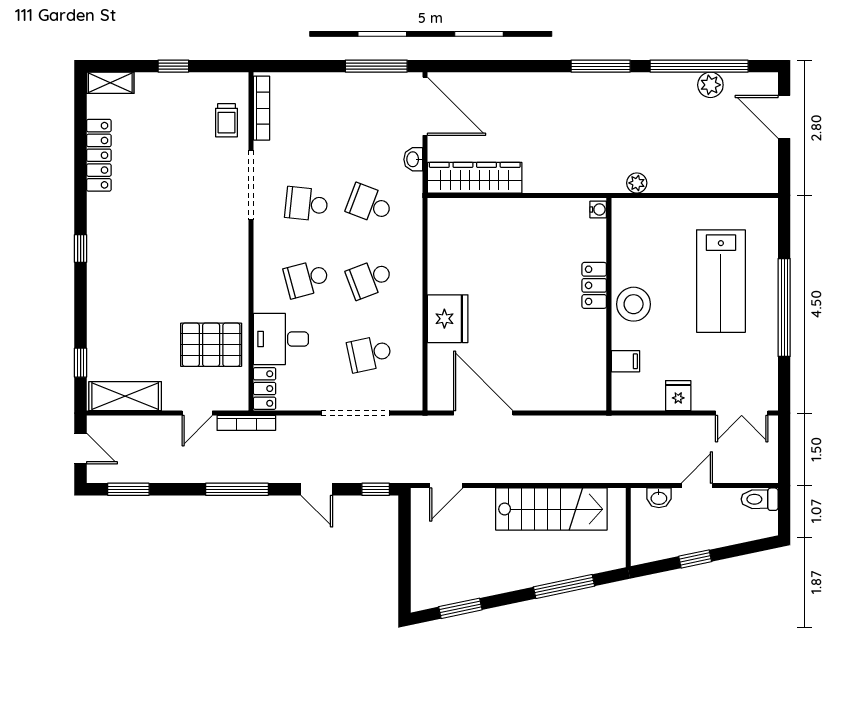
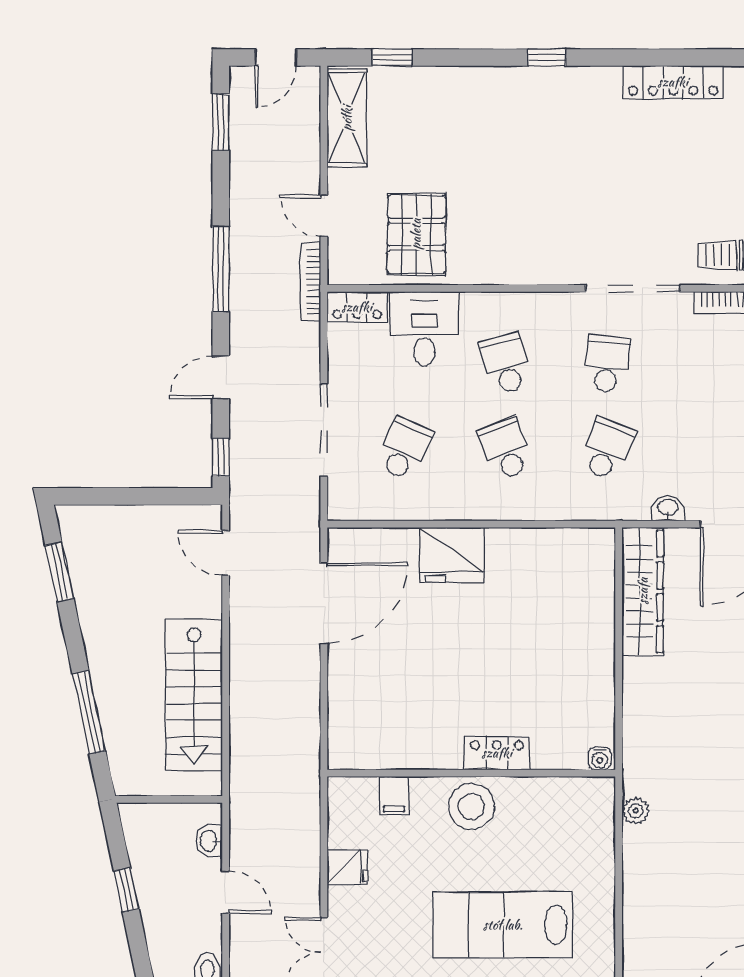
school desk: (370, 354) -> (404, 449), turned 36

